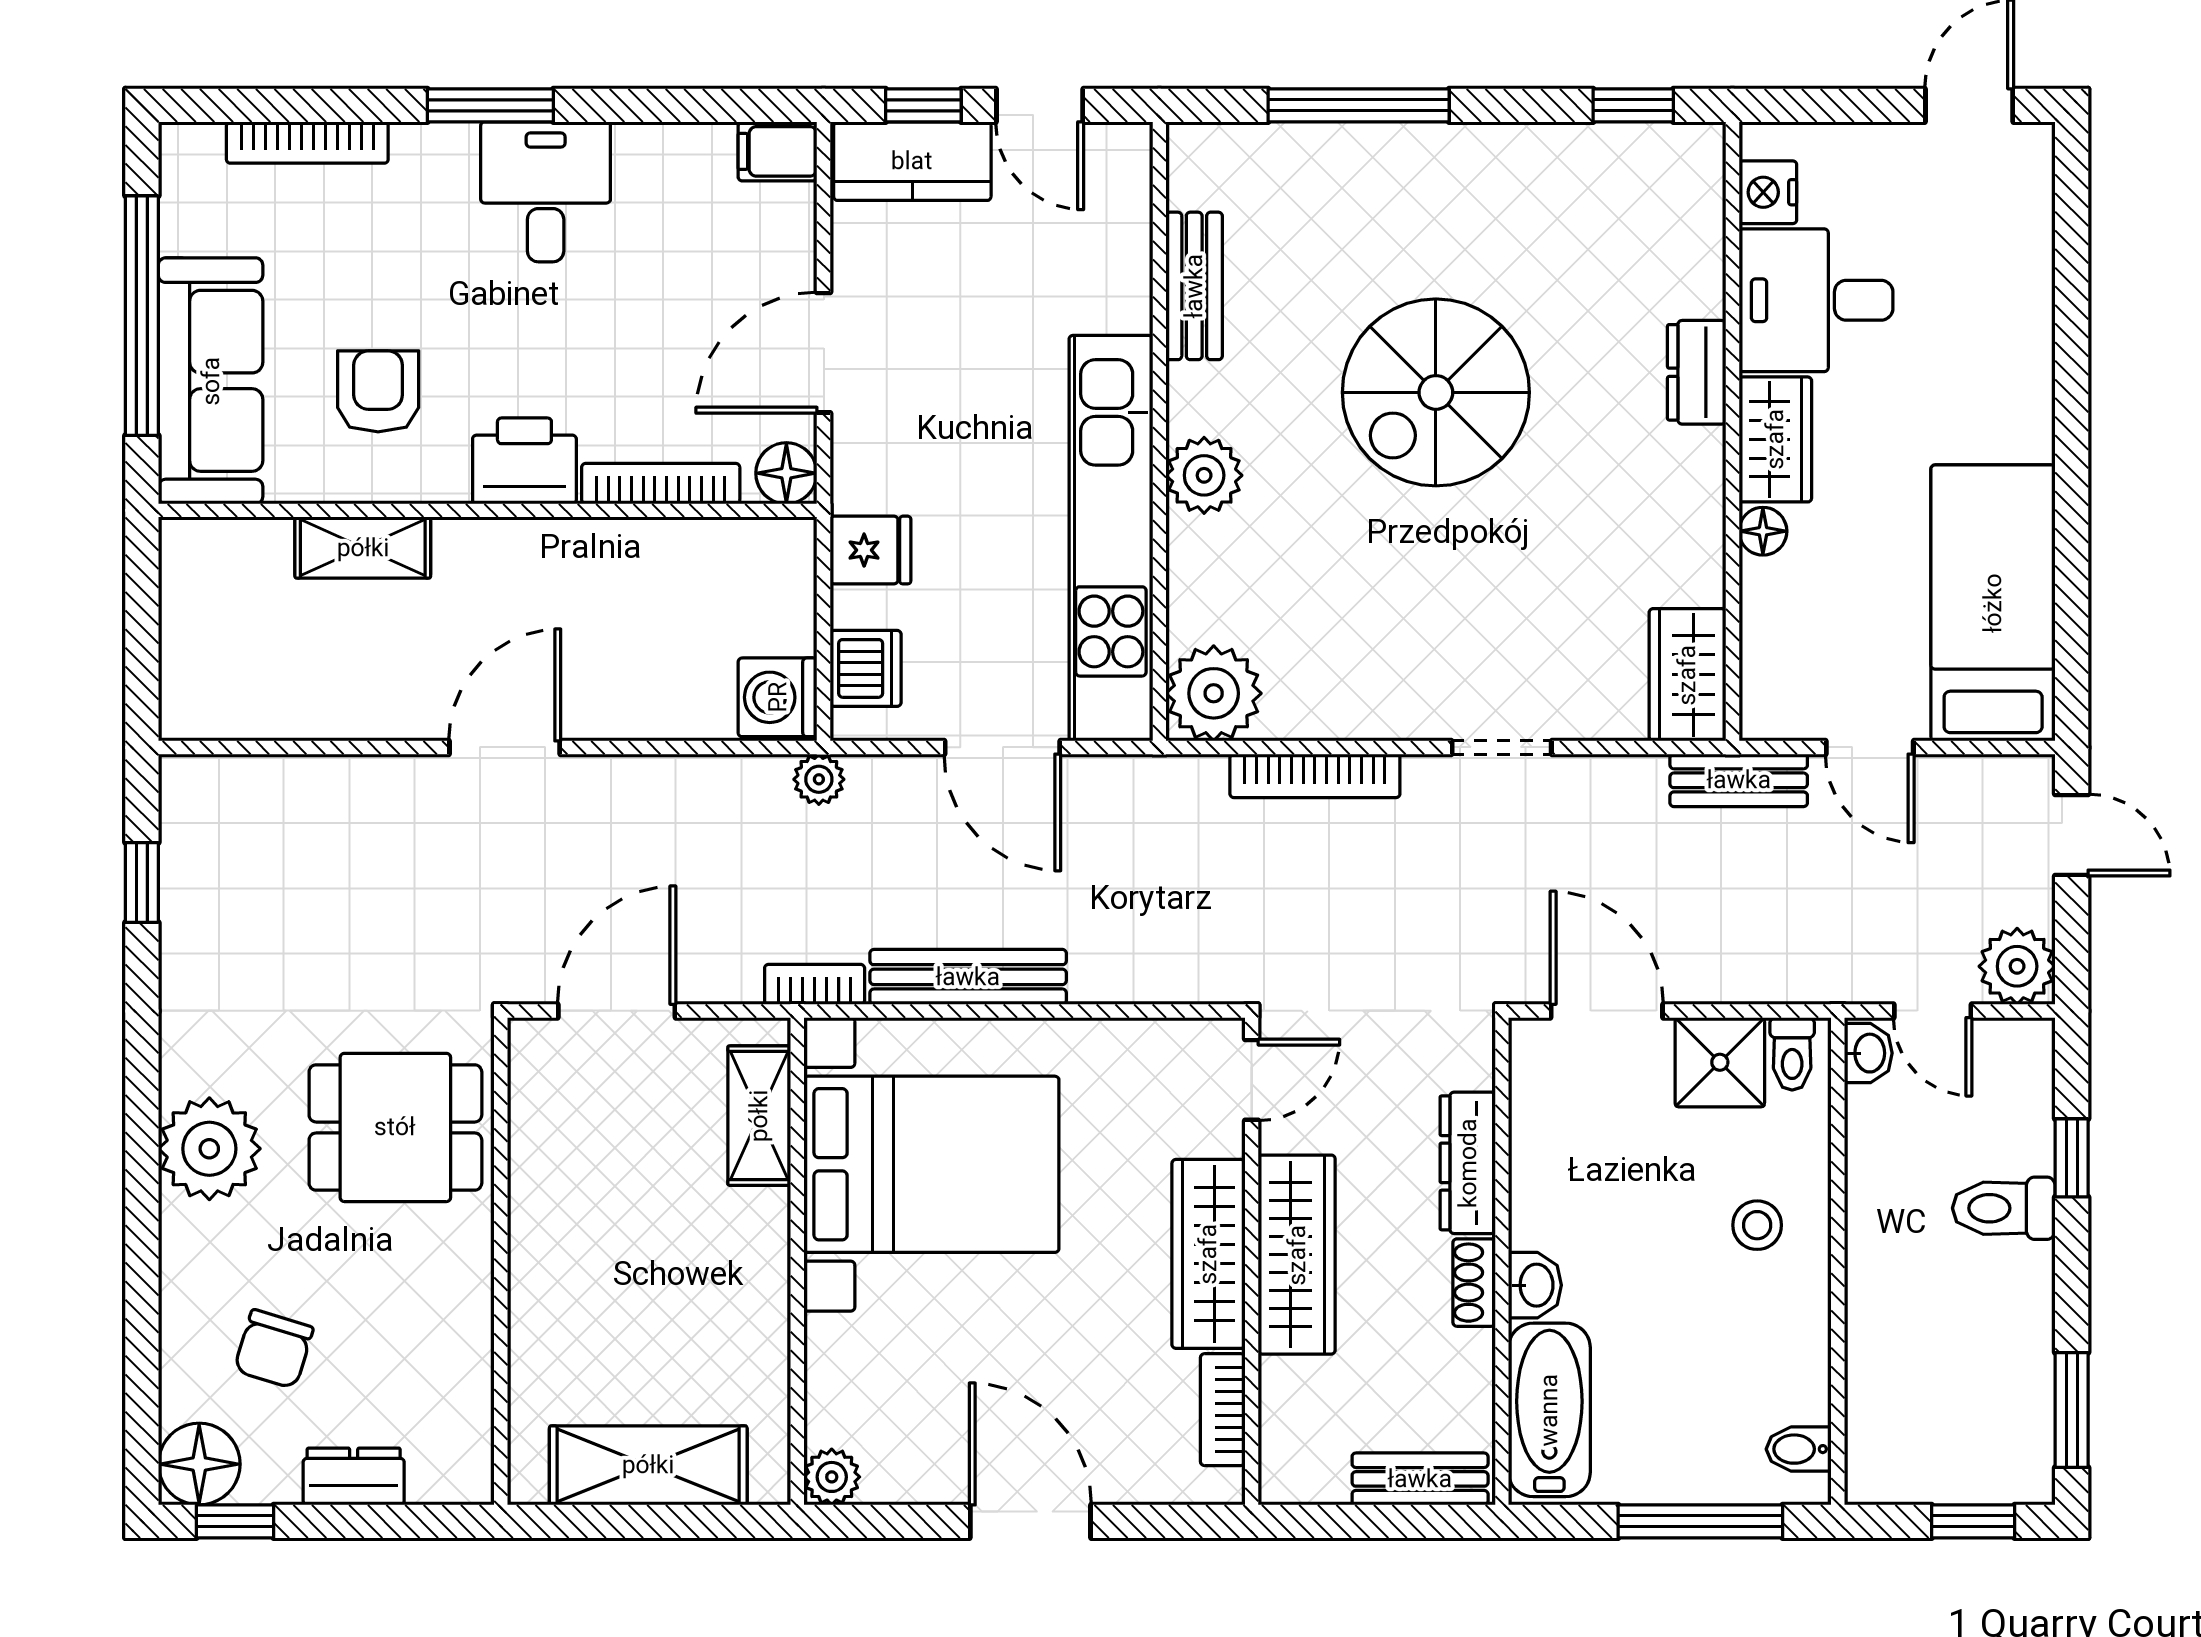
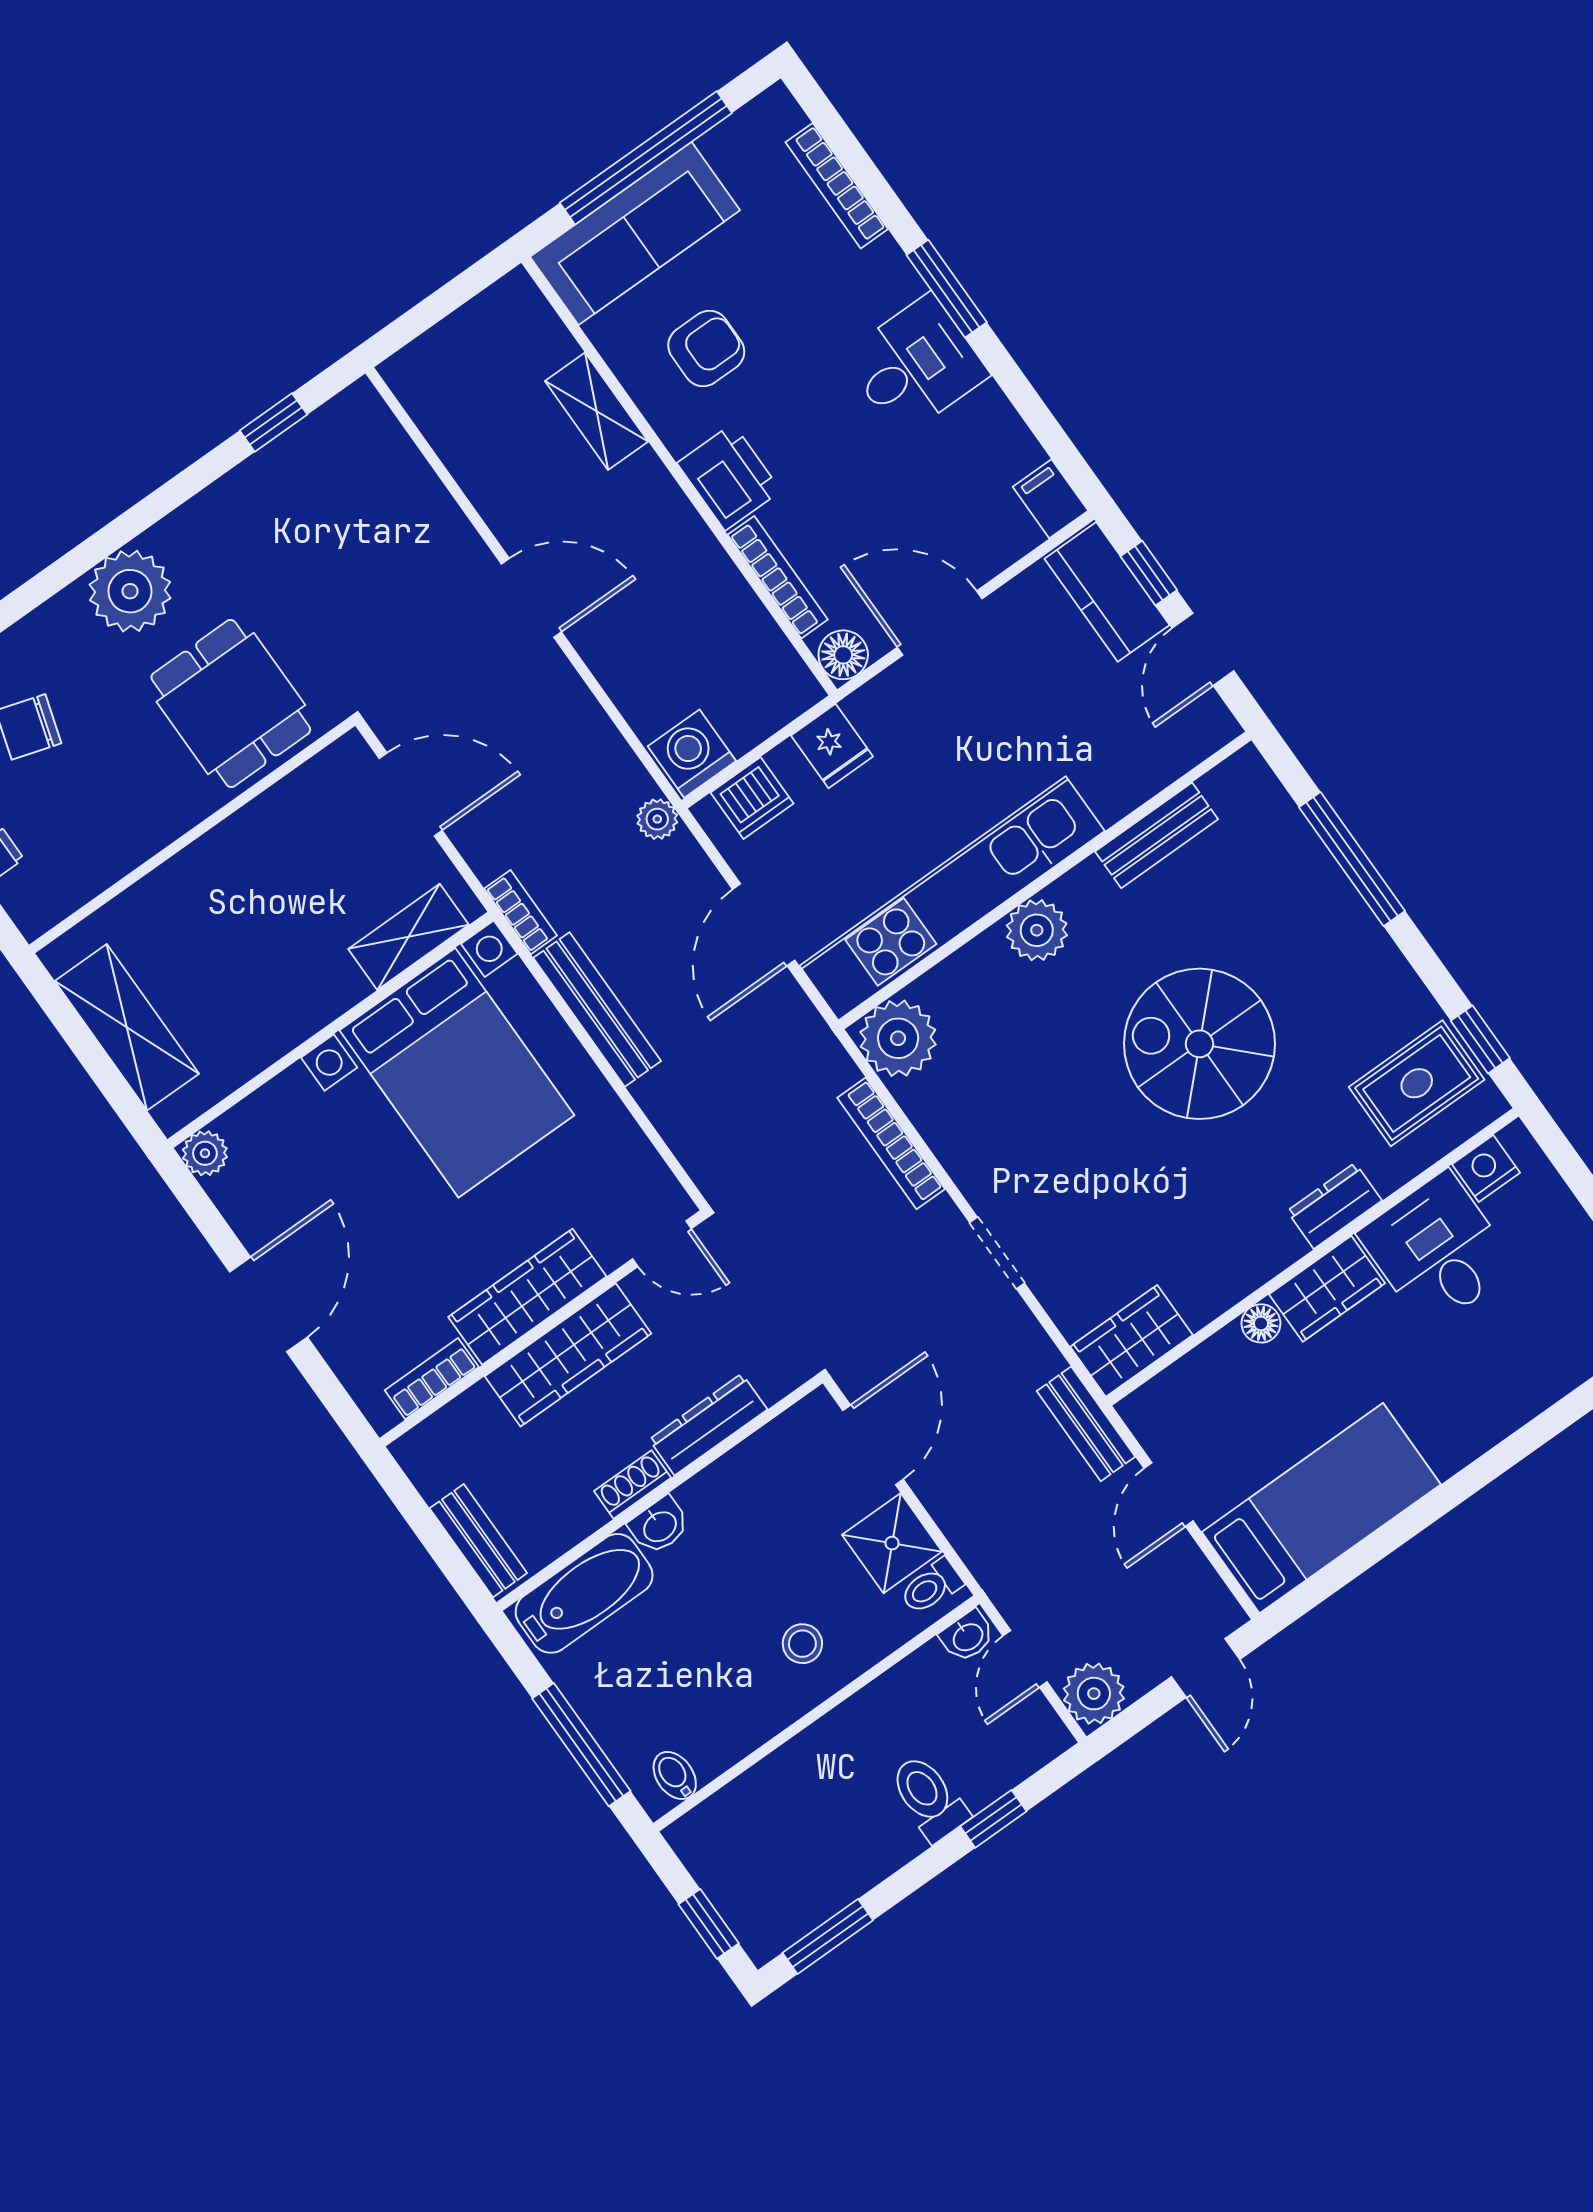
rug: (1632, 201) -> (1417, 1083), added

